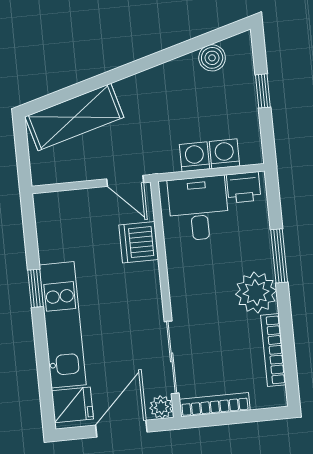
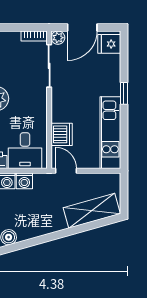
window: (36, 288) -> (124, 93), moved
kitchen unit: (63, 325) -> (110, 133), moved
bookcase: (215, 405) -> (34, 36), width x0.64

